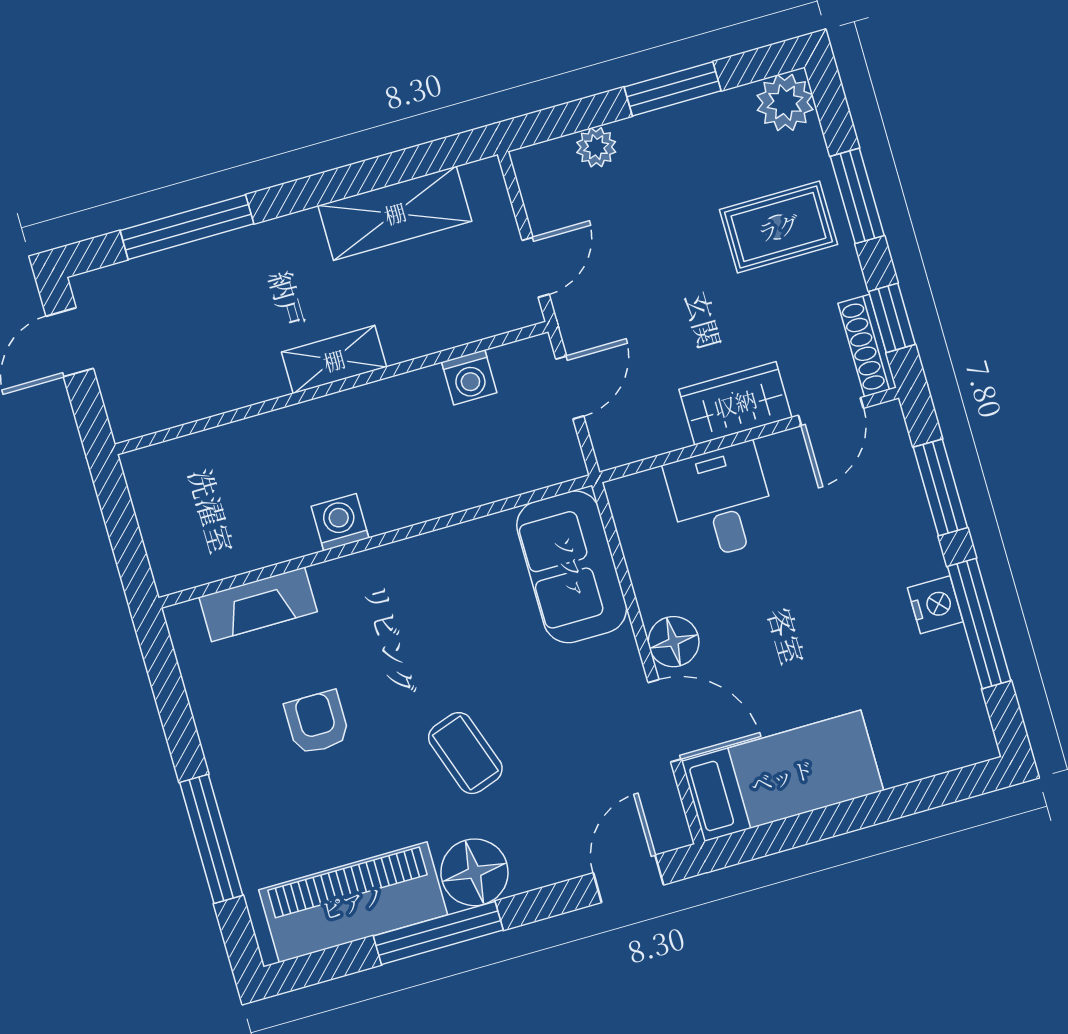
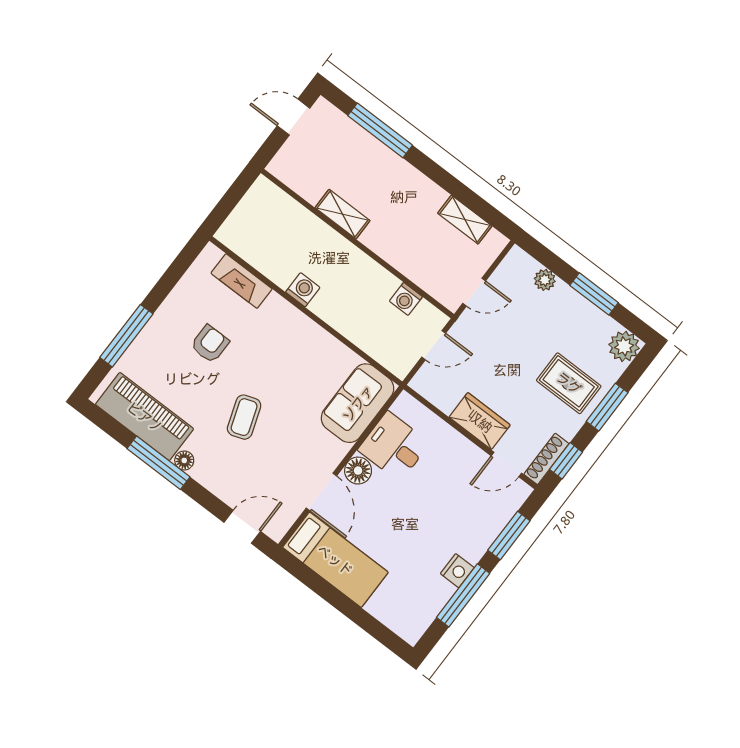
shelving: (395, 213) -> (465, 220), width x0.67, depth x0.75
shelving: (334, 360) -> (342, 214), moved
desk: (721, 501) -> (394, 446), moved, turned -90
floor lamp: (474, 872) -> (184, 460), width x0.53, depth x0.53

